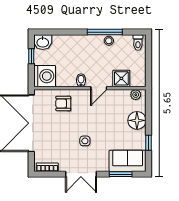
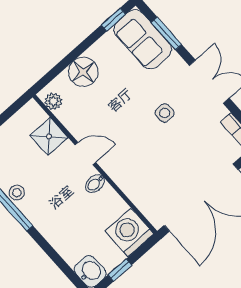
armchair: (63, 103) -> (143, 180), removed
window: (149, 143) -> (113, 20), moved

